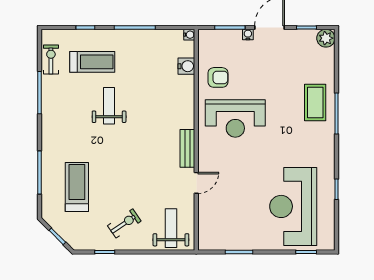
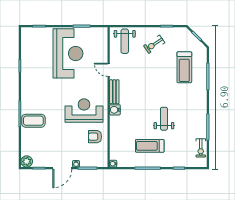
treadmill: (92, 62) -> (150, 146), moved
water cooler: (186, 66) -> (115, 110), moved
coffee table: (315, 103) -> (33, 121), turned 90
weight bench: (109, 106) -> (164, 119), turned 180
door: (196, 183) -> (109, 70), hinge flipped
reception desk: (293, 206) -> (68, 53), moved

